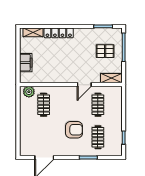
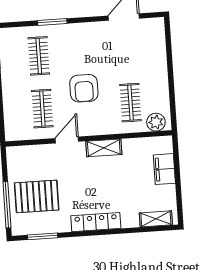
locker: (59, 33) -> (96, 222), moved
pallet: (105, 51) -> (37, 196), width x1.50, depth x1.42
shelving: (111, 78) -> (104, 148), moved
armchair: (74, 130) -> (84, 88), moved, turned -90

